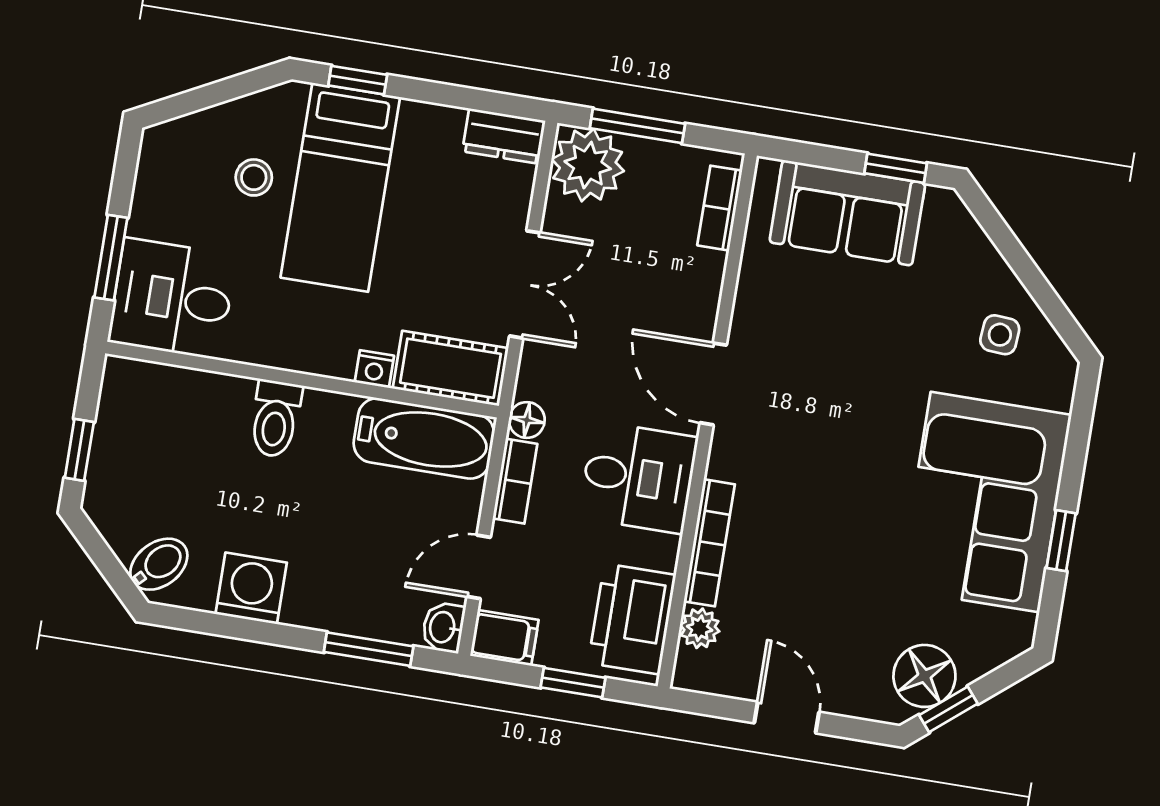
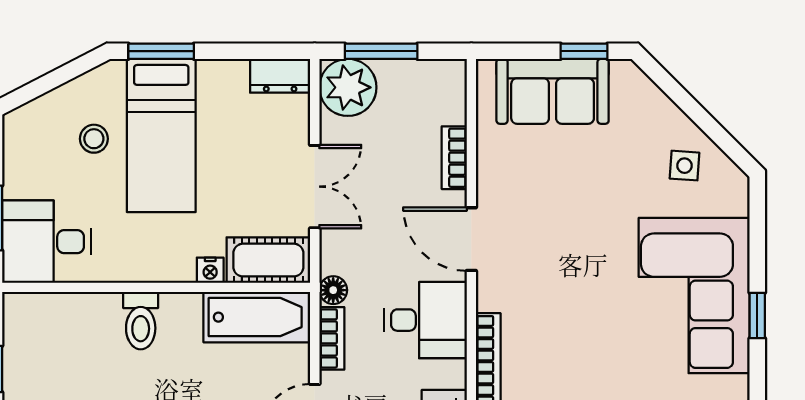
window: (358, 80) -> (161, 51), width x1.50
bookcase: (720, 208) -> (454, 158), moved

